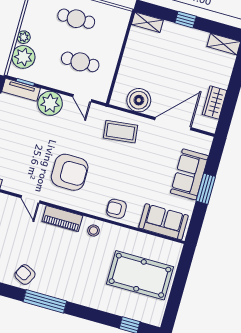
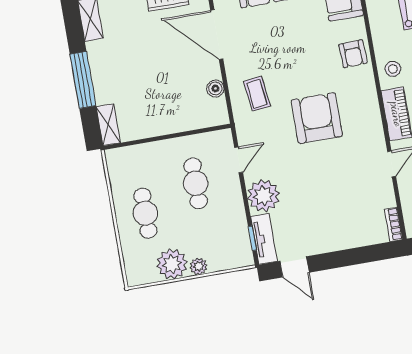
window: (186, 20) -> (83, 80), width x2.17
plant: (23, 57) -> (172, 264), moved
boiler: (139, 100) -> (215, 88), width x0.54, depth x0.54
coffee table: (120, 132) -> (257, 94), width x0.73, depth x0.77
armchair: (70, 172) -> (317, 118), moved

